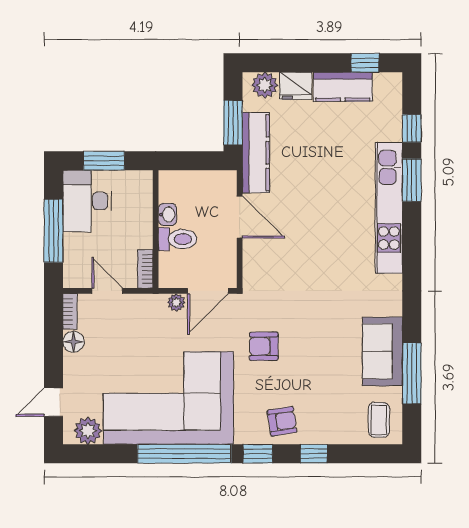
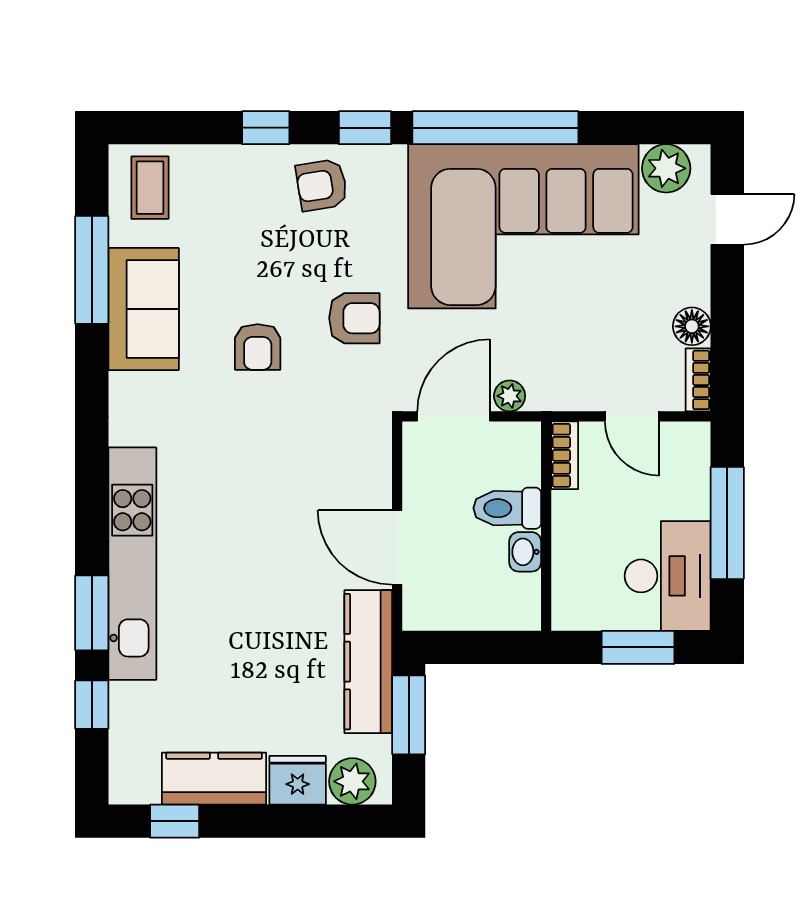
armchair: (318, 330) -> (258, 347), added

